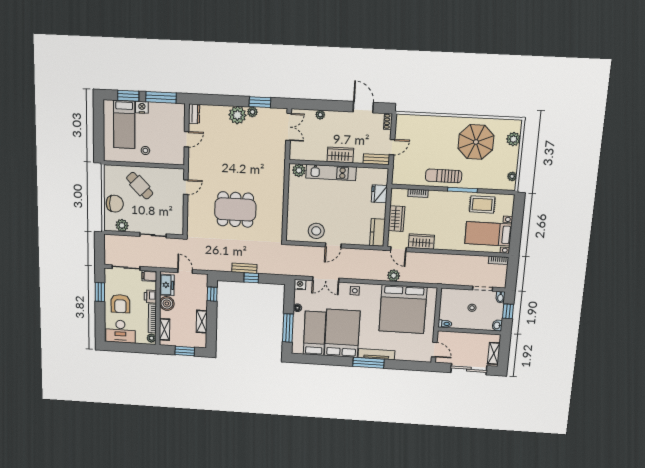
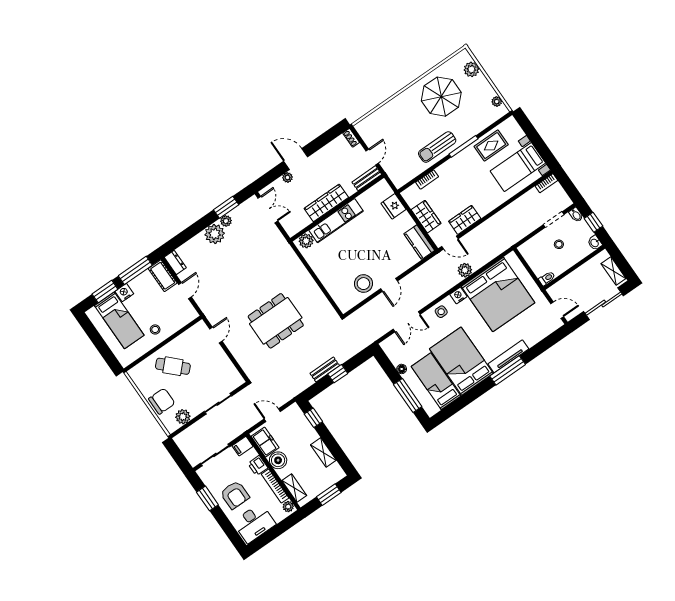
door: (363, 107) -> (296, 159), moved
cot: (178, 116) -> (163, 276), added
wardrobe: (340, 155) -> (326, 203), width x1.50
nightstand: (300, 285) -> (458, 295), moved

